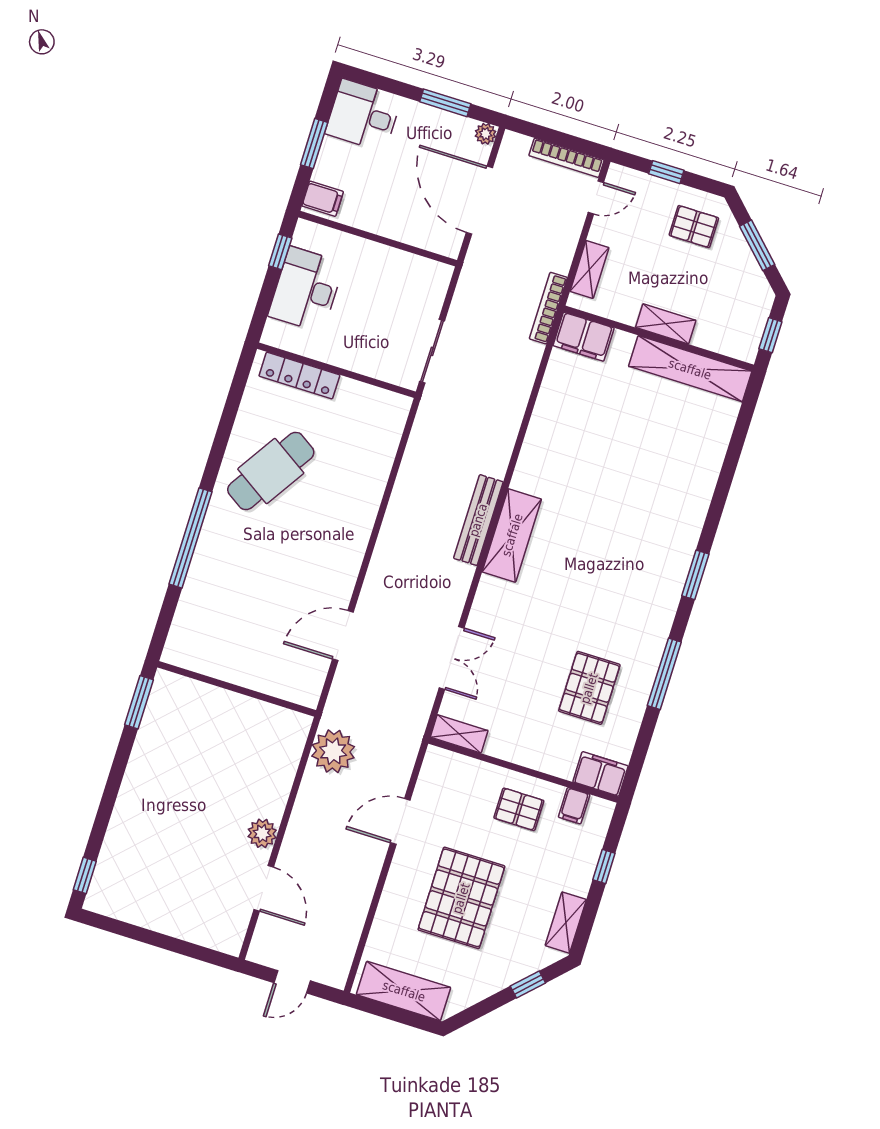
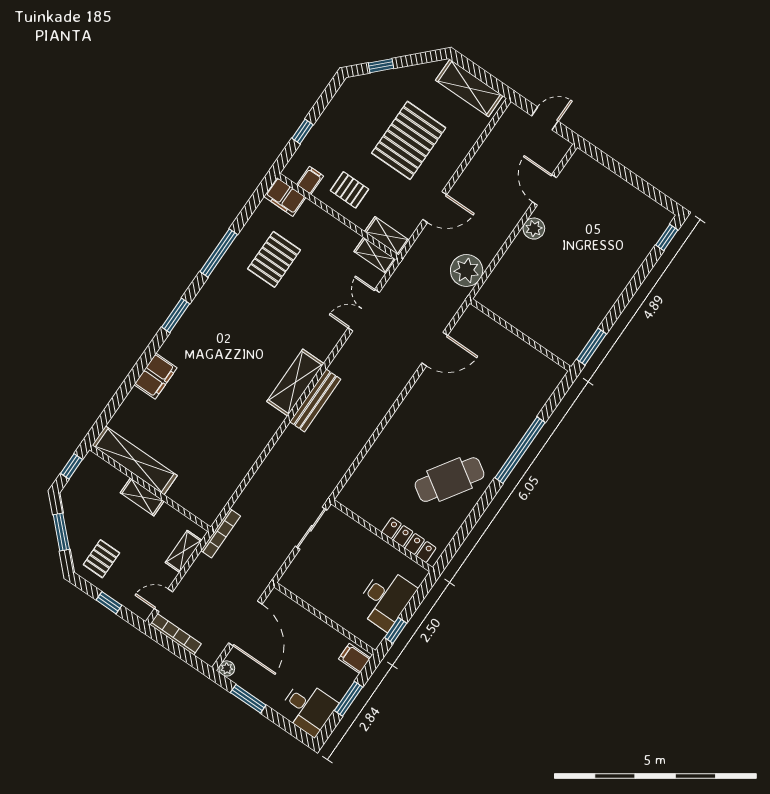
pallet: (694, 227) -> (101, 559), turned 90
filing cabinet: (584, 337) -> (156, 376), moved, turned 90
shelving: (566, 923) -> (387, 236), moved, turned 90

